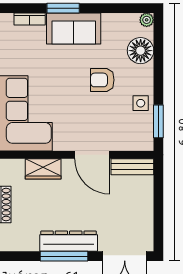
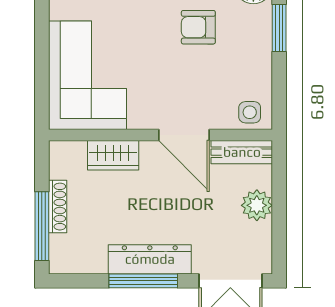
side table: (141, 103) -> (250, 112), moved
window: (158, 121) -> (279, 28), moved
plant: (143, 204) -> (257, 205), added

